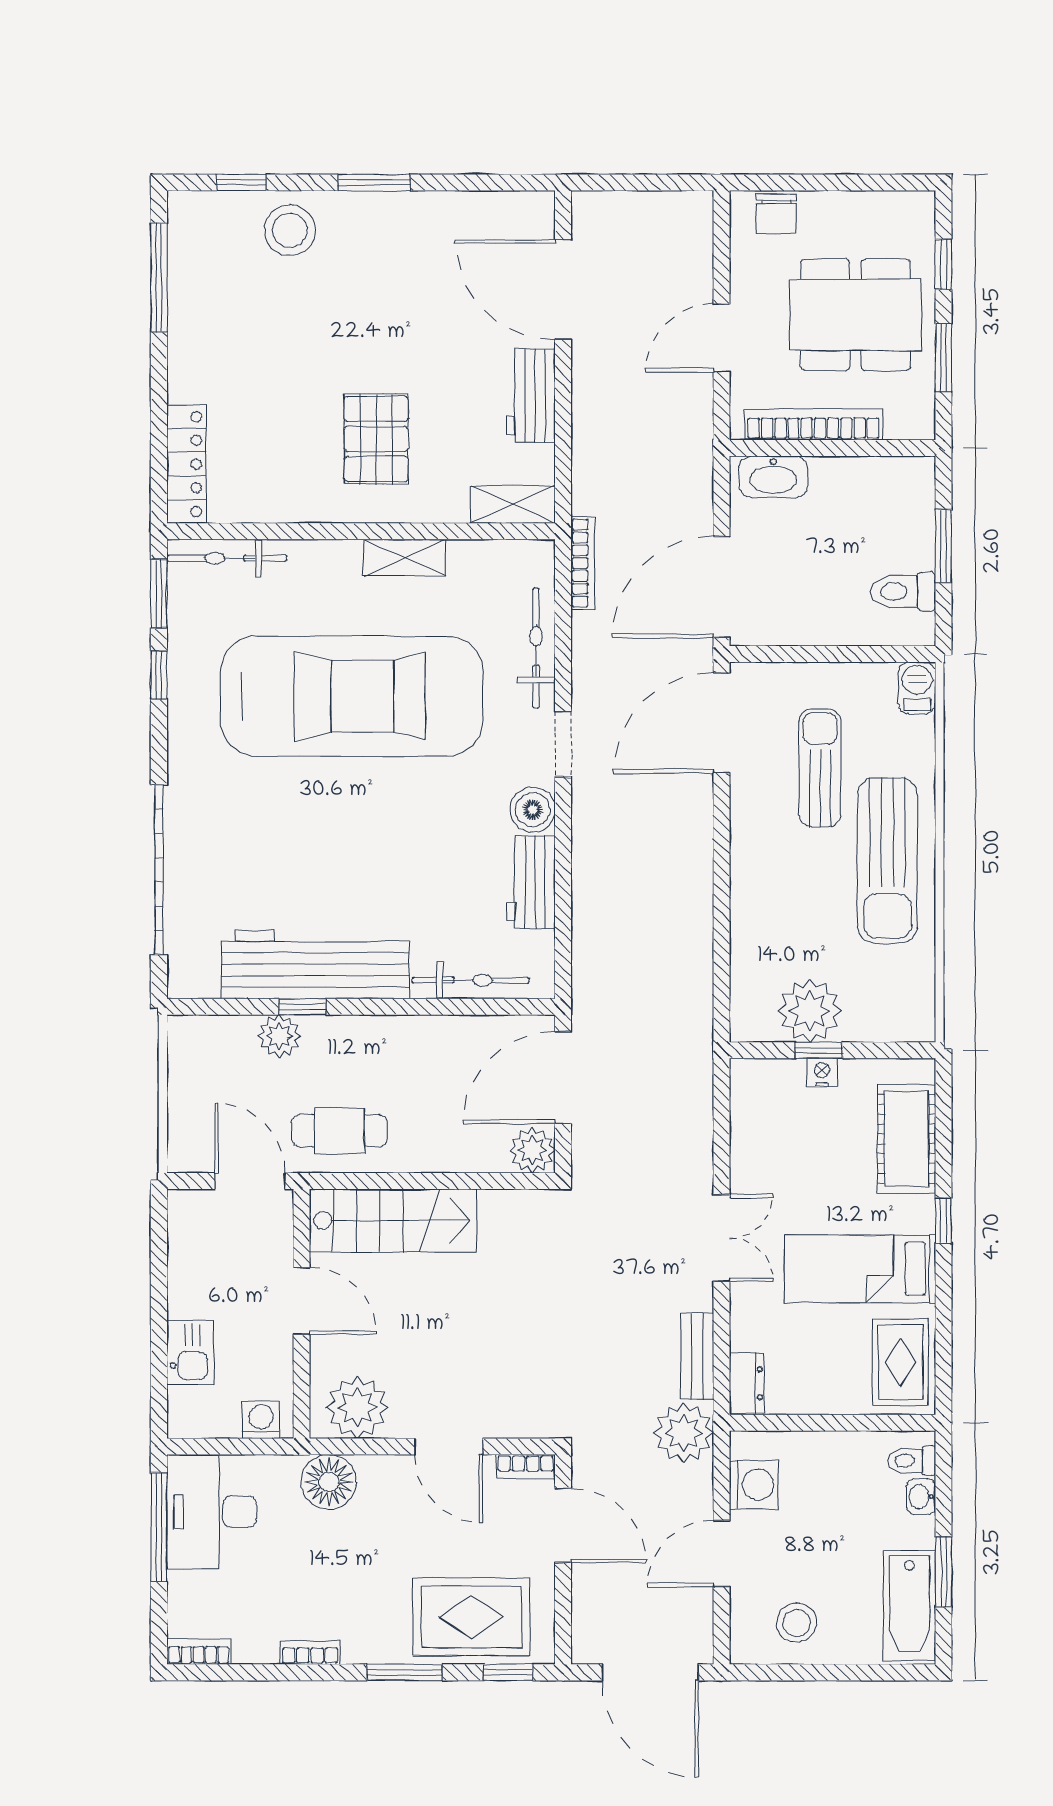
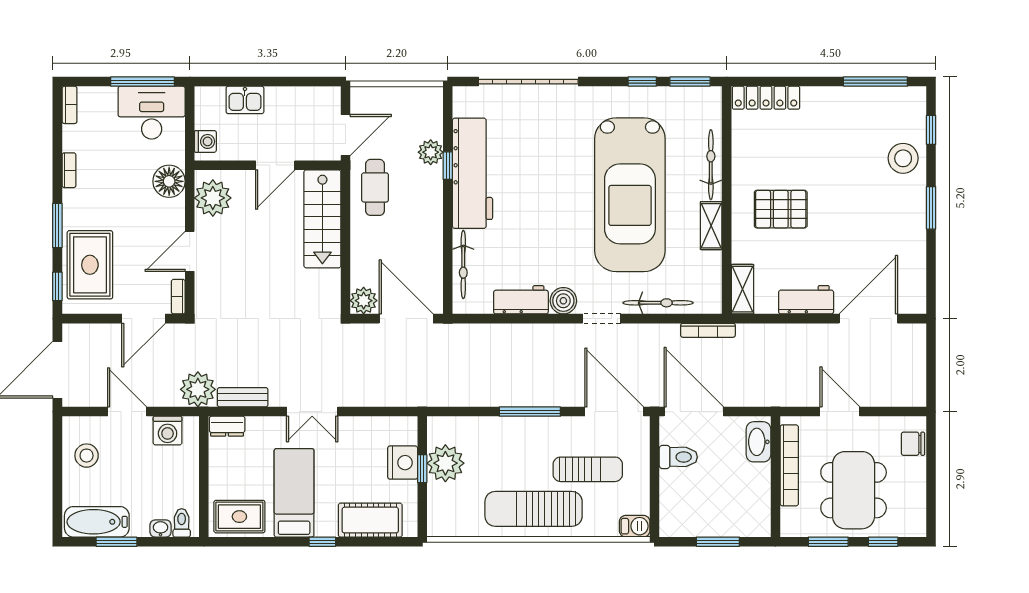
bicycle: (227, 558) -> (711, 165), moved
toilet: (903, 592) -> (678, 457), moved, turned 90
window: (722, 867) -> (530, 412), added
nightstand: (822, 1072) -> (403, 463), width x1.89, depth x1.79

